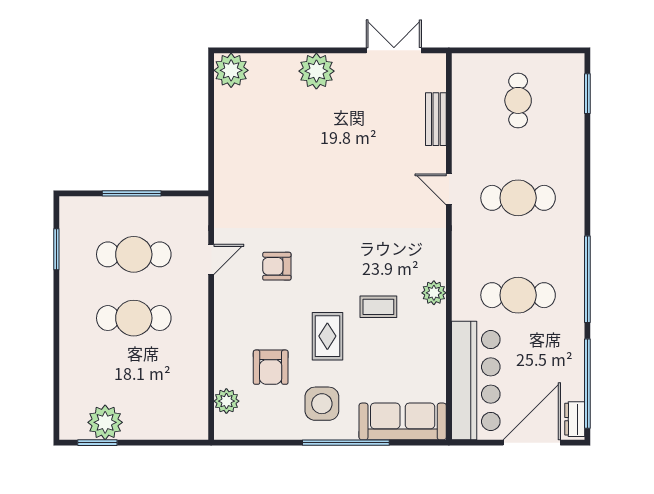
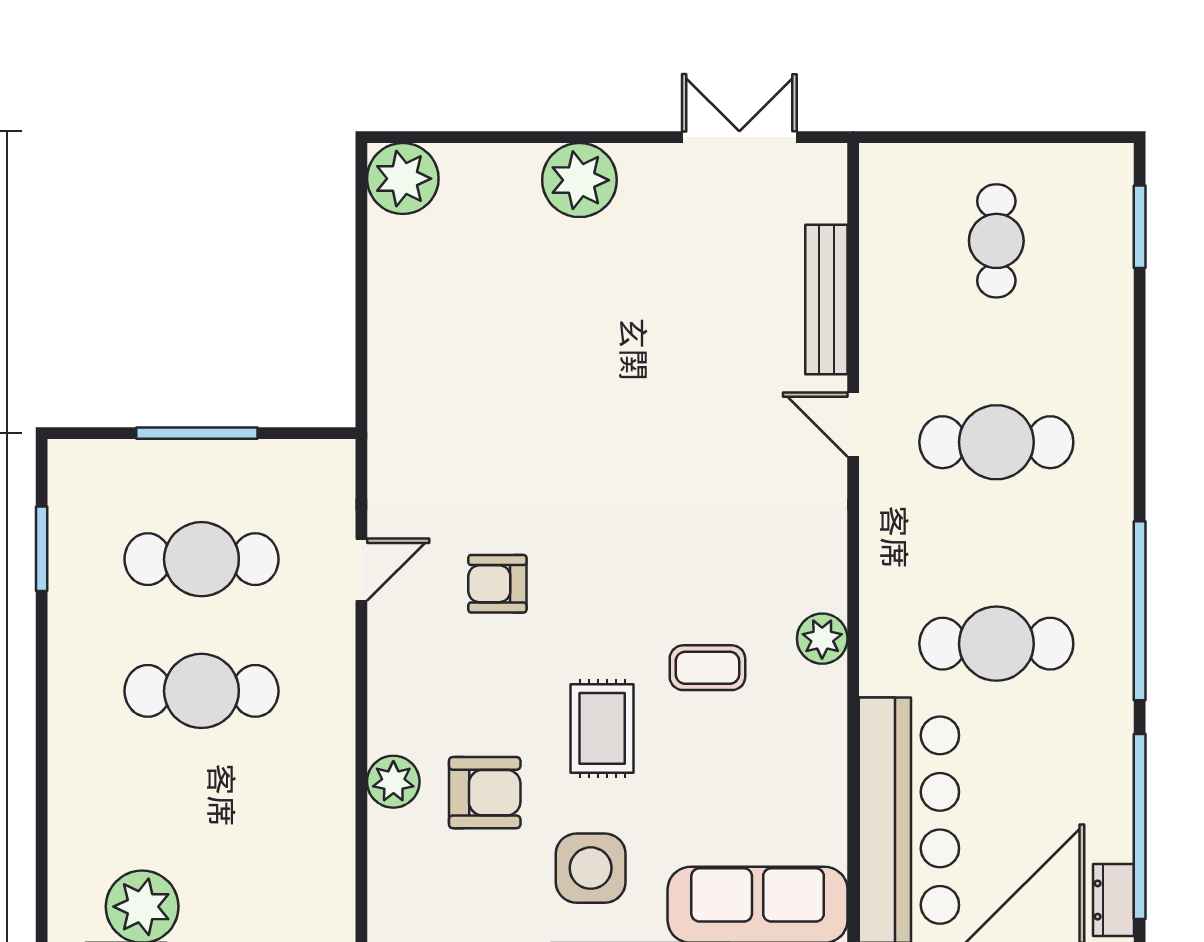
bench: (436, 119) -> (826, 300), width x1.36
armchair: (271, 367) -> (485, 793), turned -90
plant: (226, 401) -> (393, 782), moved

